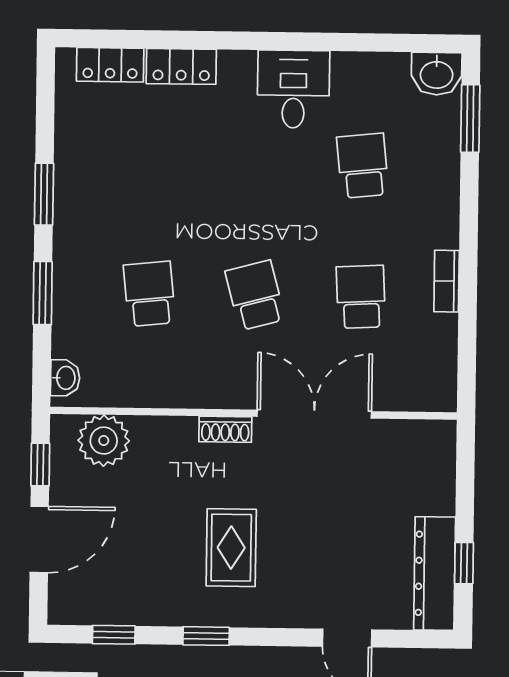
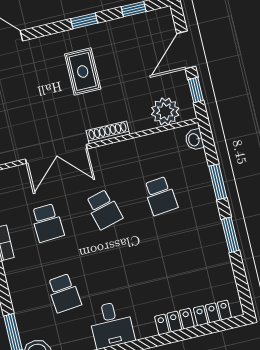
shoe rack: (225, 429) -> (108, 132), width x1.43

